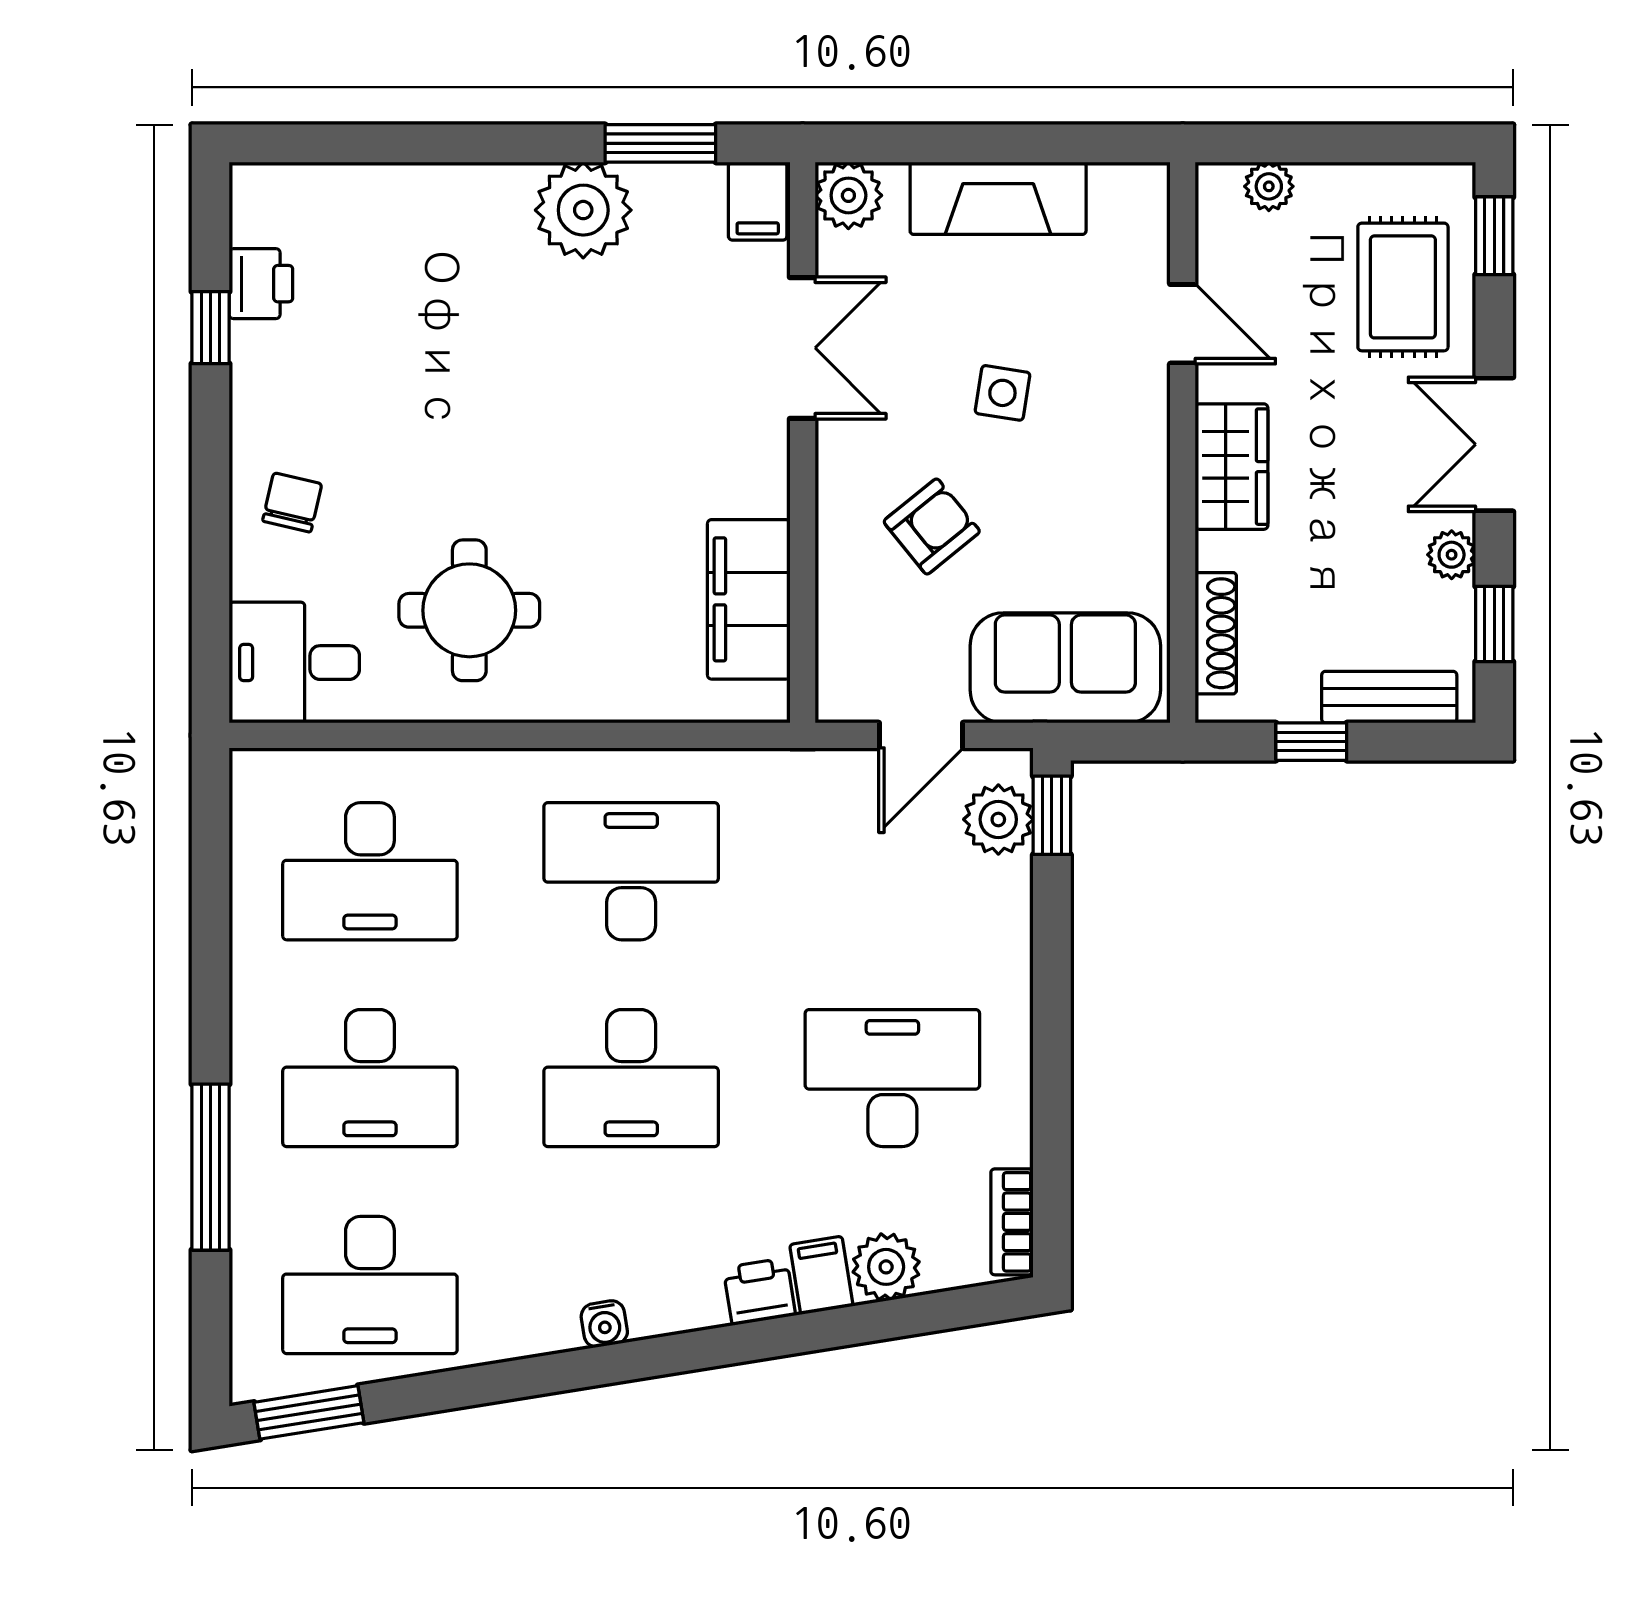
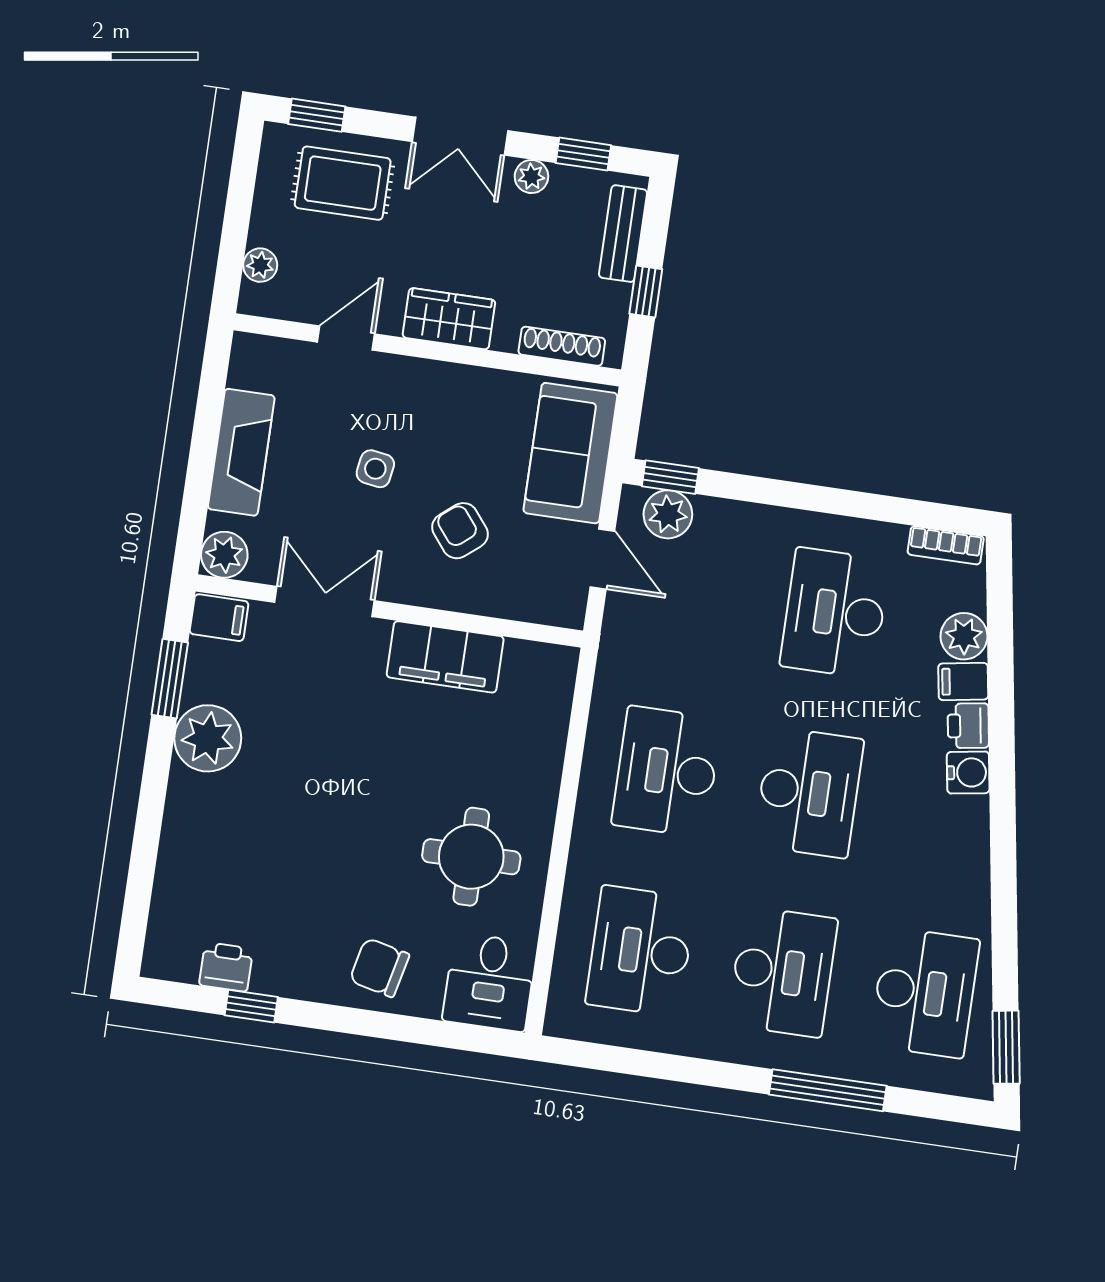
chair: (292, 502) -> (379, 968), width x1.37, depth x1.37
filing cabinet: (749, 599) -> (445, 657), moved
desk: (370, 871) -> (640, 951), turned 180
water cooler: (604, 1324) -> (968, 773), moved, width x1.38, depth x1.38

